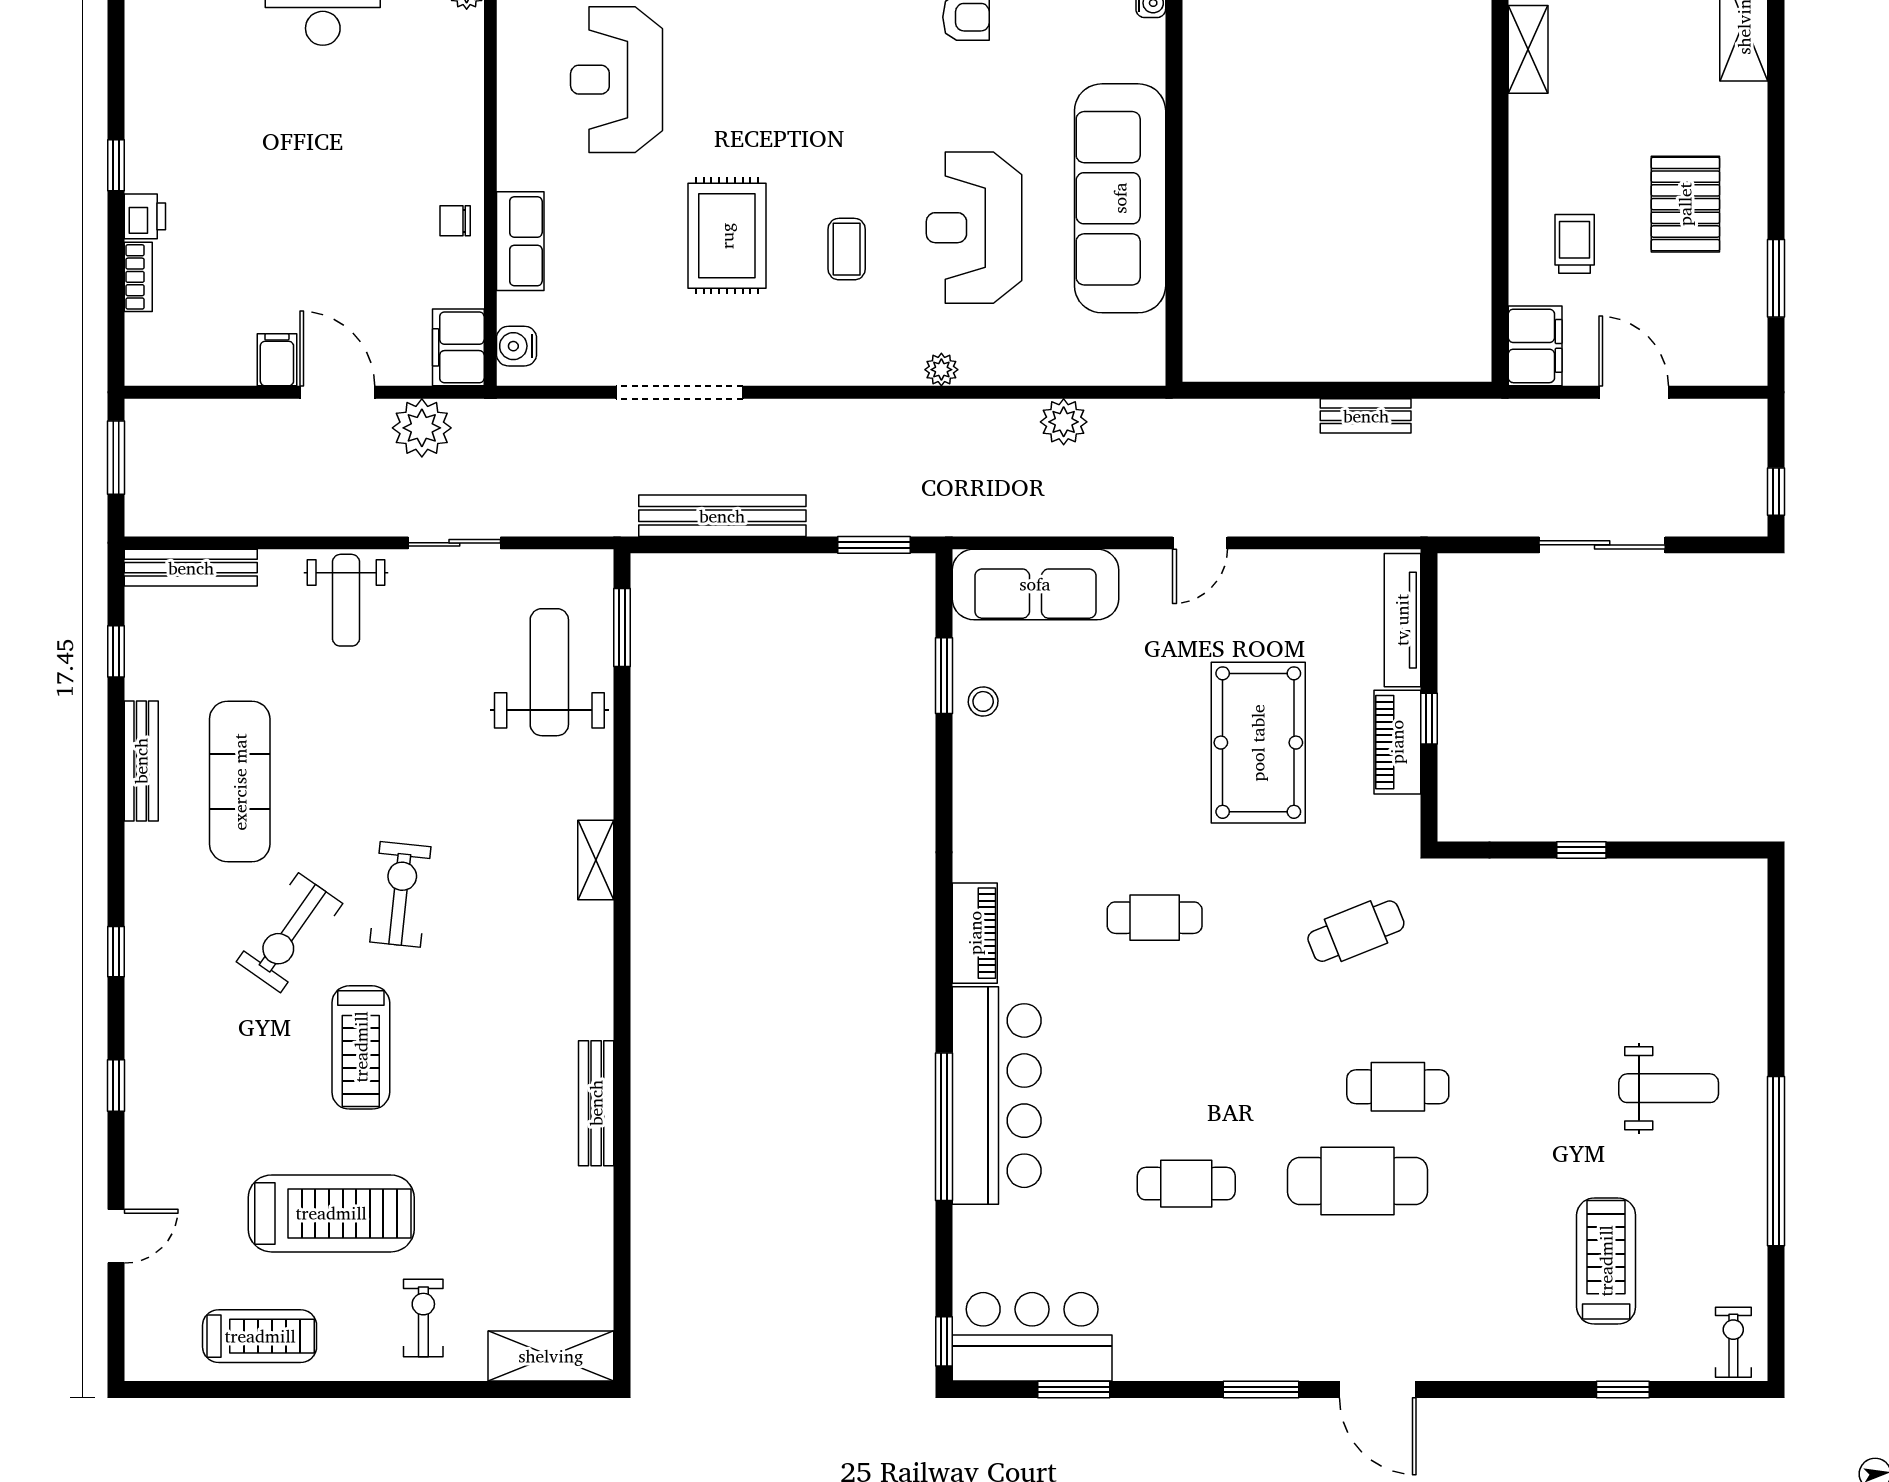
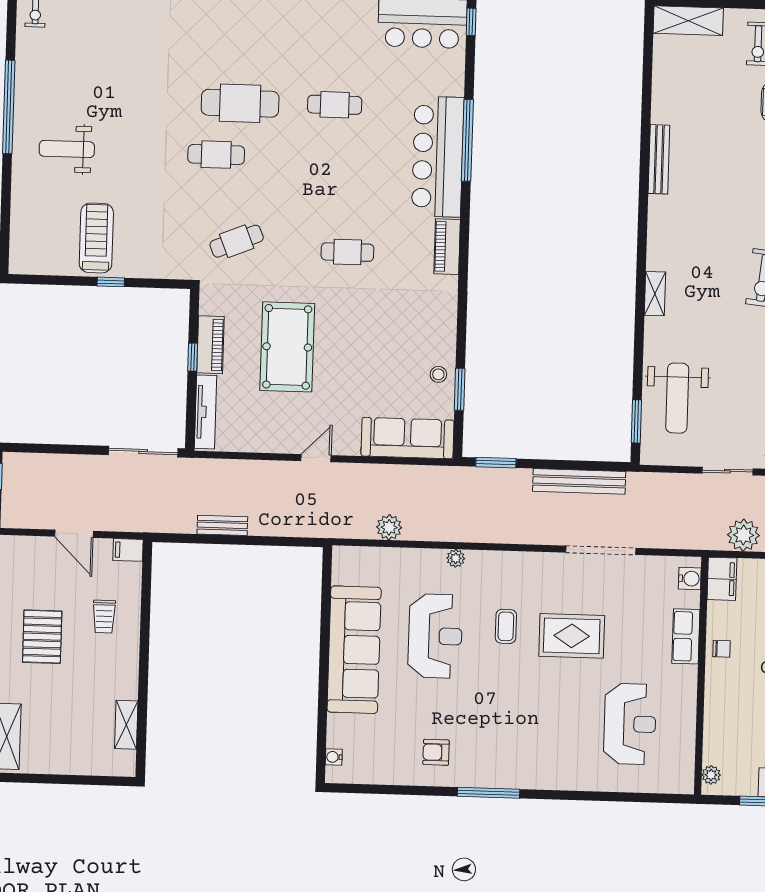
rug: (727, 236) -> (572, 636), turned 90
filing cabinet: (1535, 346) -> (128, 550), width x0.50
sliding door: (1602, 545) -> (143, 452), moved
treadmill: (1606, 1261) -> (96, 238), moved, turned 180

